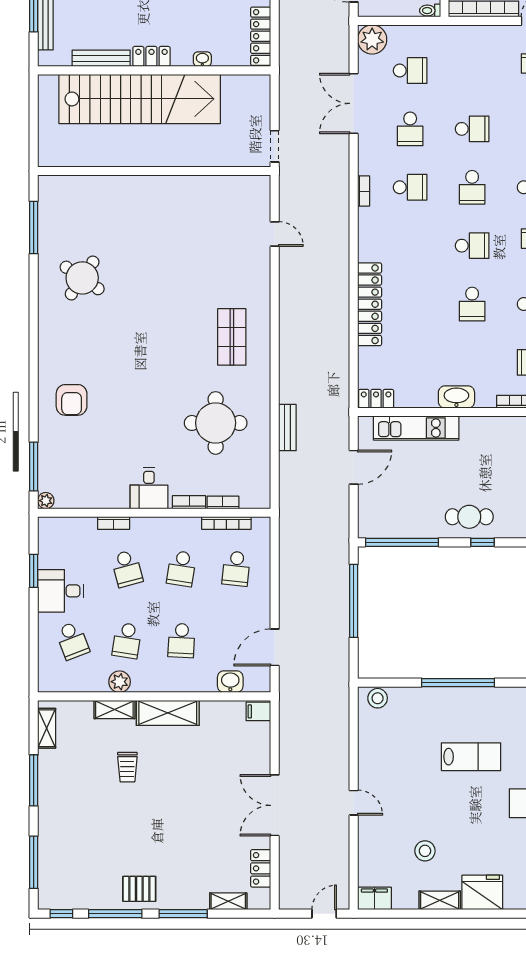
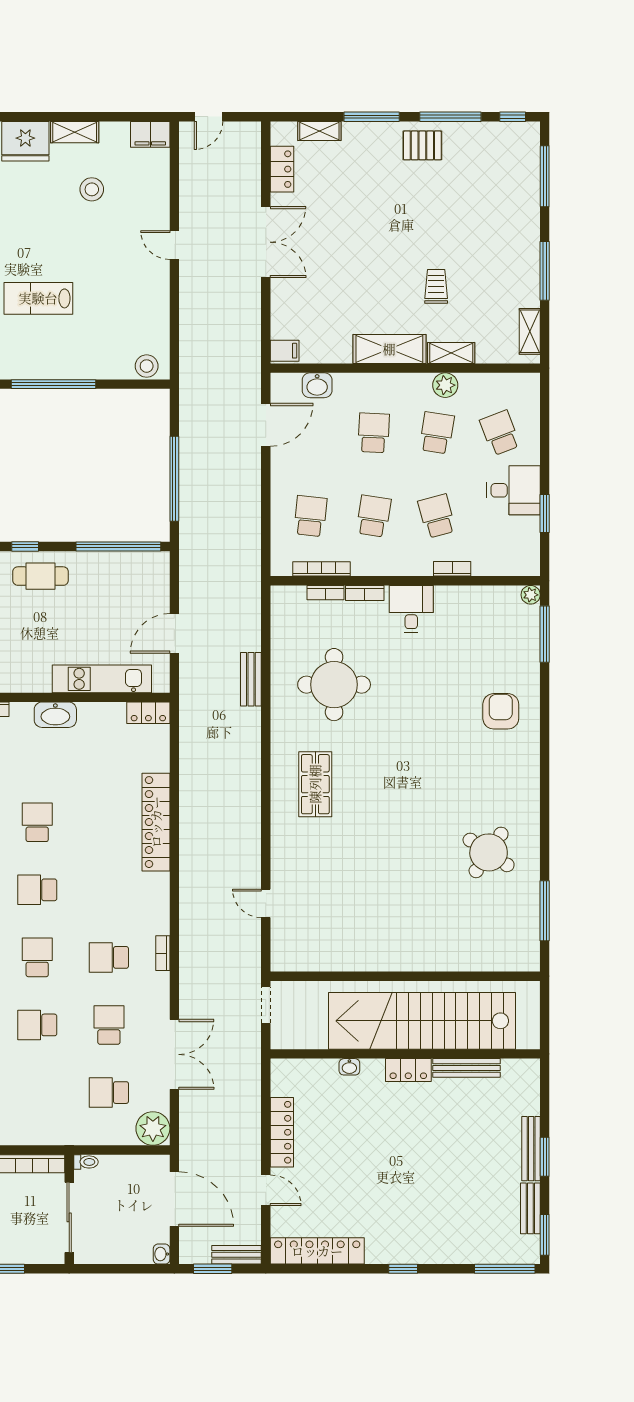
locker: (151, 56) -> (408, 1070), moved
bench: (101, 58) -> (466, 1068), moved
washbasin: (202, 59) -> (349, 1067), moved
wall: (154, 70) -> (405, 1054), moved
stairs: (140, 99) -> (422, 1021), moved

